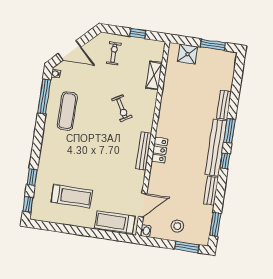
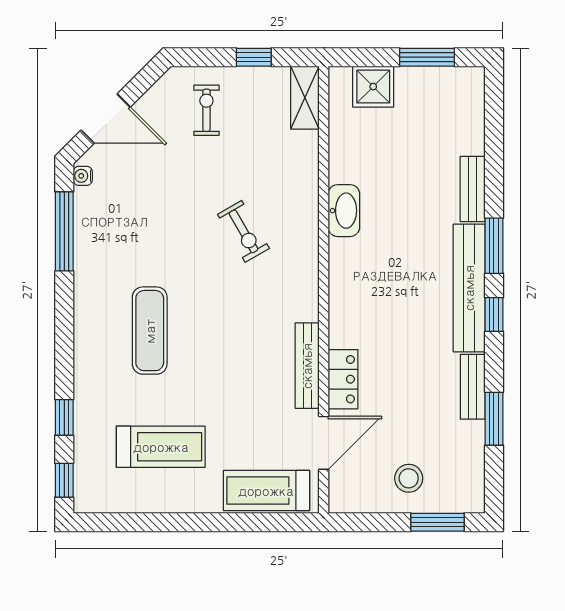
shelving: (154, 75) -> (305, 98), moved
exercise mat: (67, 111) -> (150, 331), moved
locker: (160, 150) -> (343, 379), moved
bench: (144, 151) -> (307, 366), moved
window: (215, 224) -> (494, 419), moved
washbasin: (146, 231) -> (344, 211), moved, width x1.91, depth x1.45

